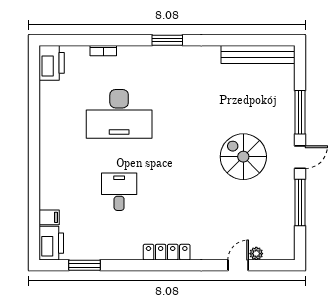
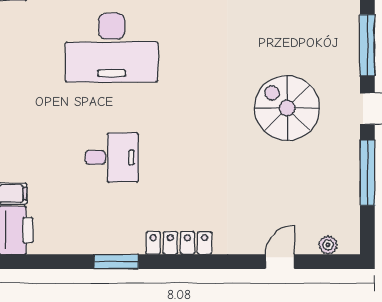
desk: (119, 192) -> (112, 157), turned 90
plant: (256, 254) -> (328, 245), moved
window: (84, 265) -> (116, 262), moved

